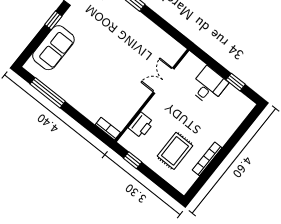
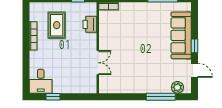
sofa: (53, 48) -> (181, 35), width x1.36
desk: (208, 86) -> (41, 81), moved

